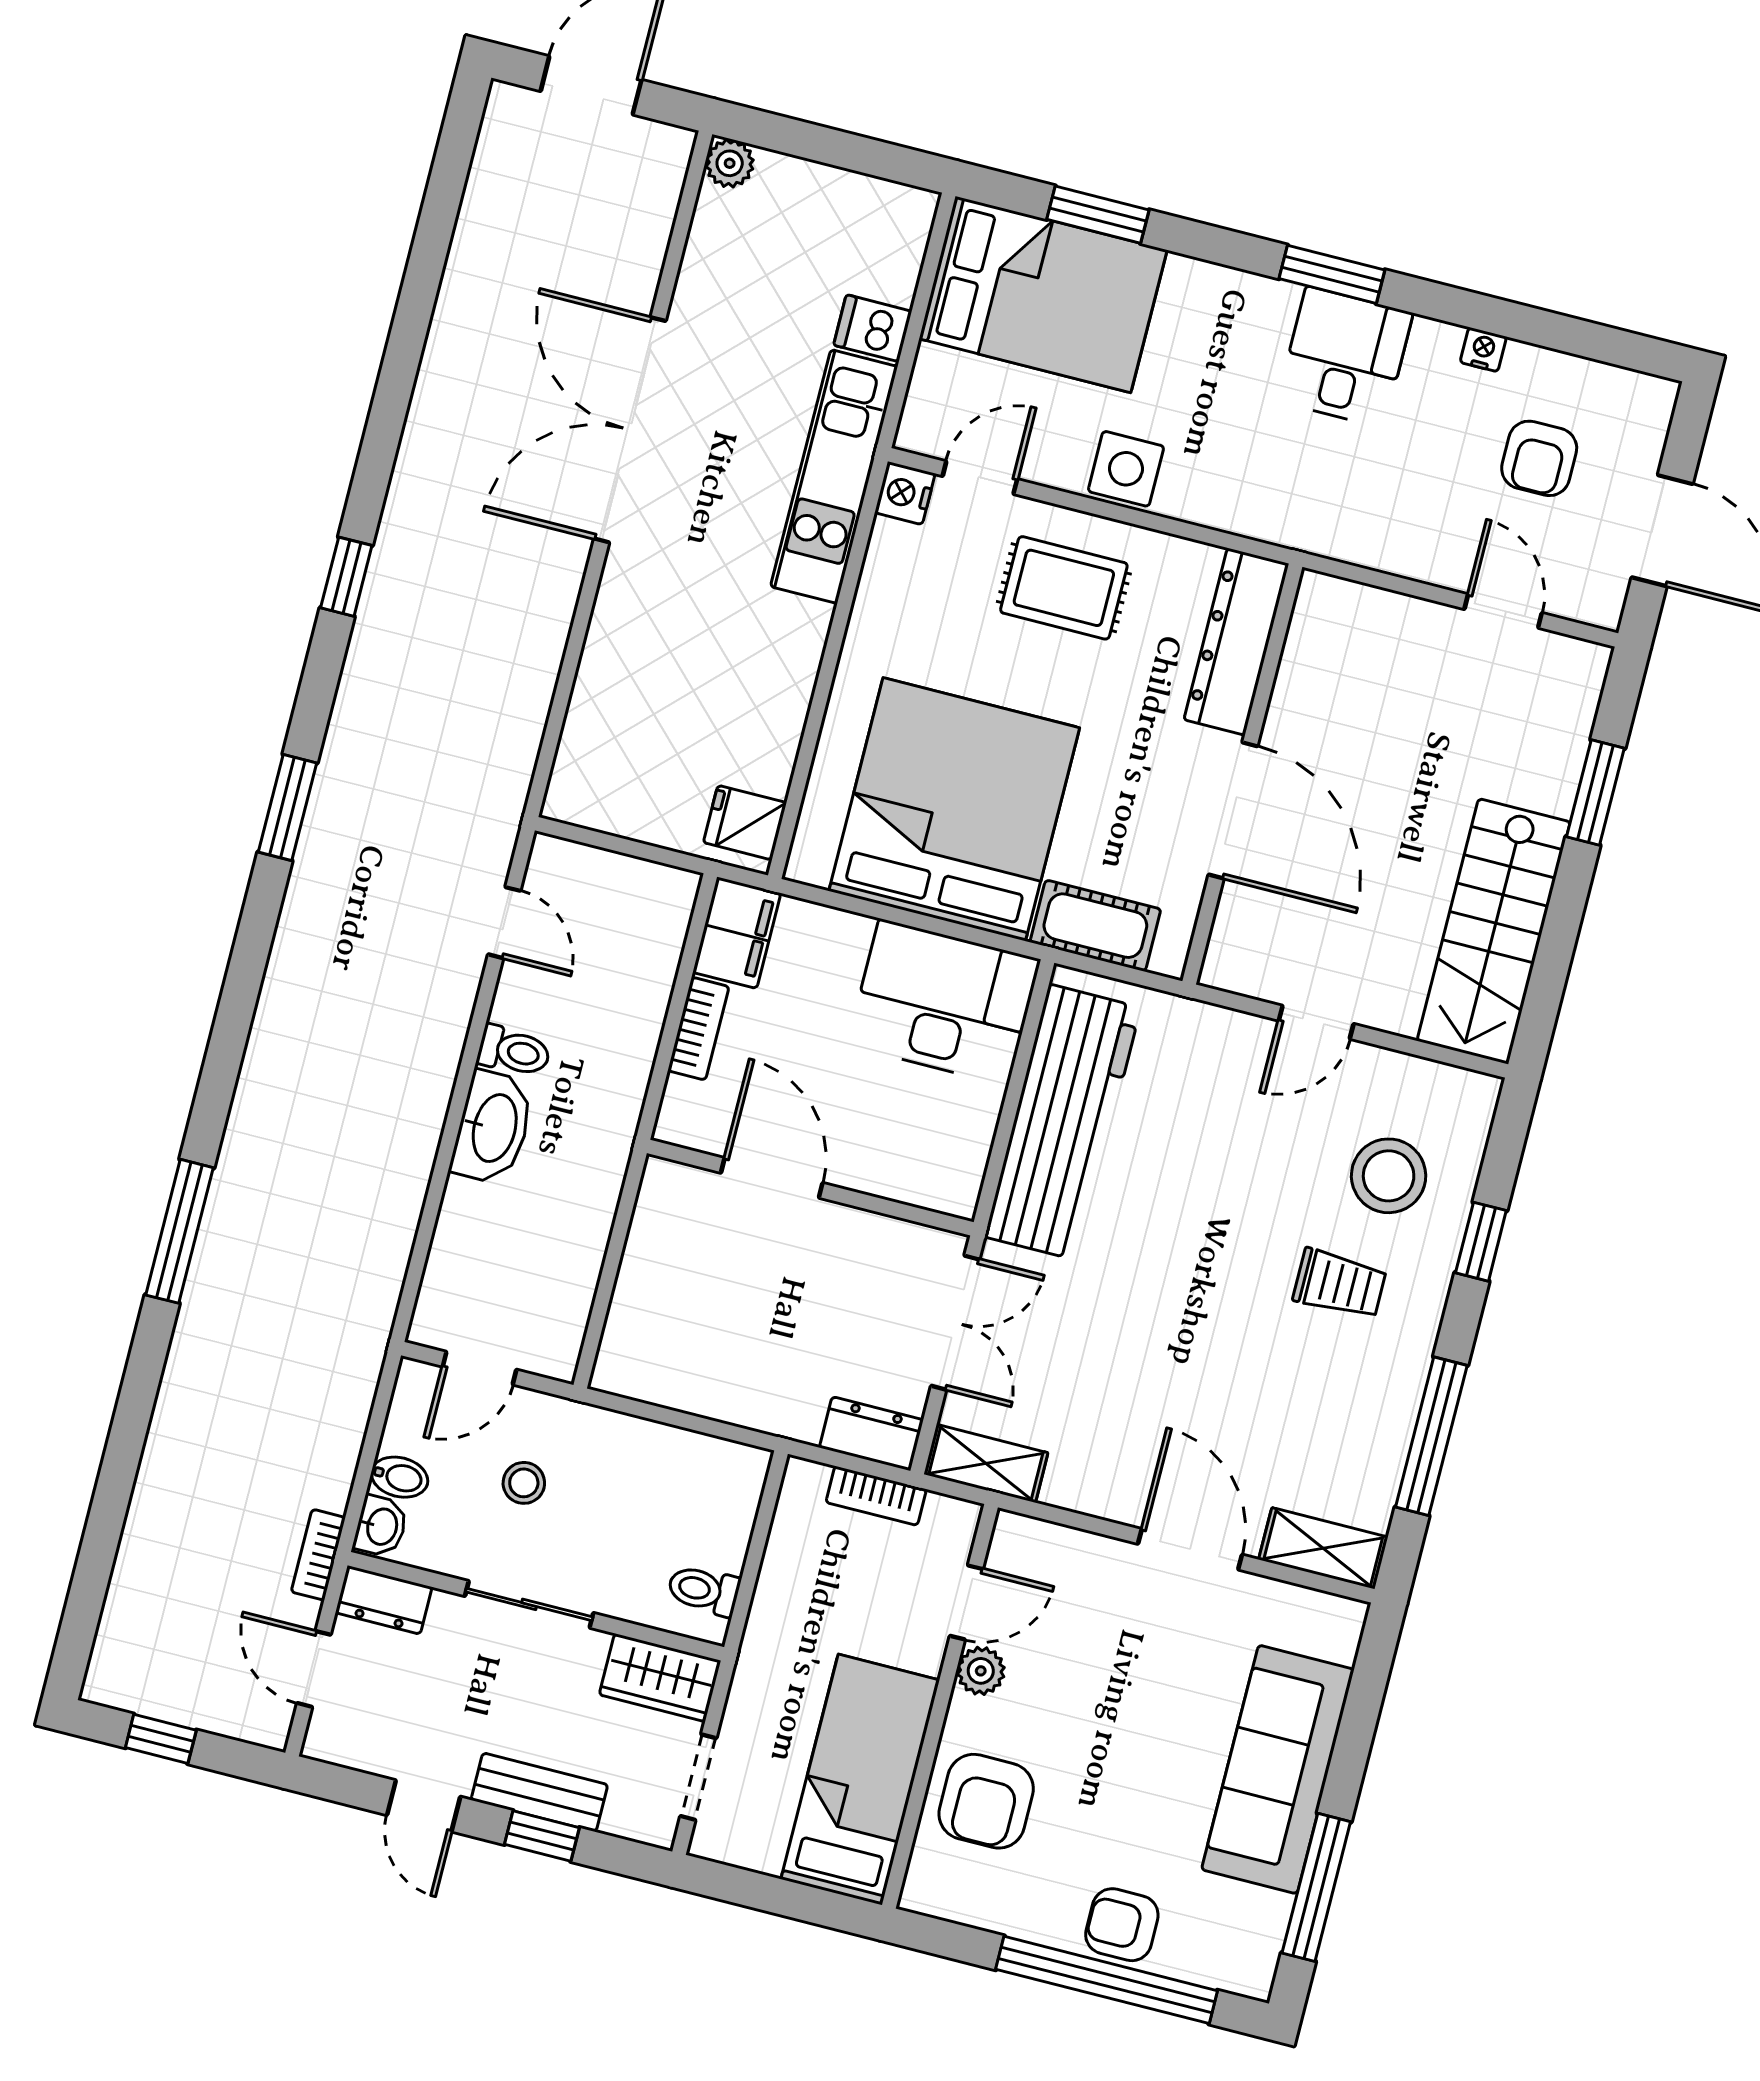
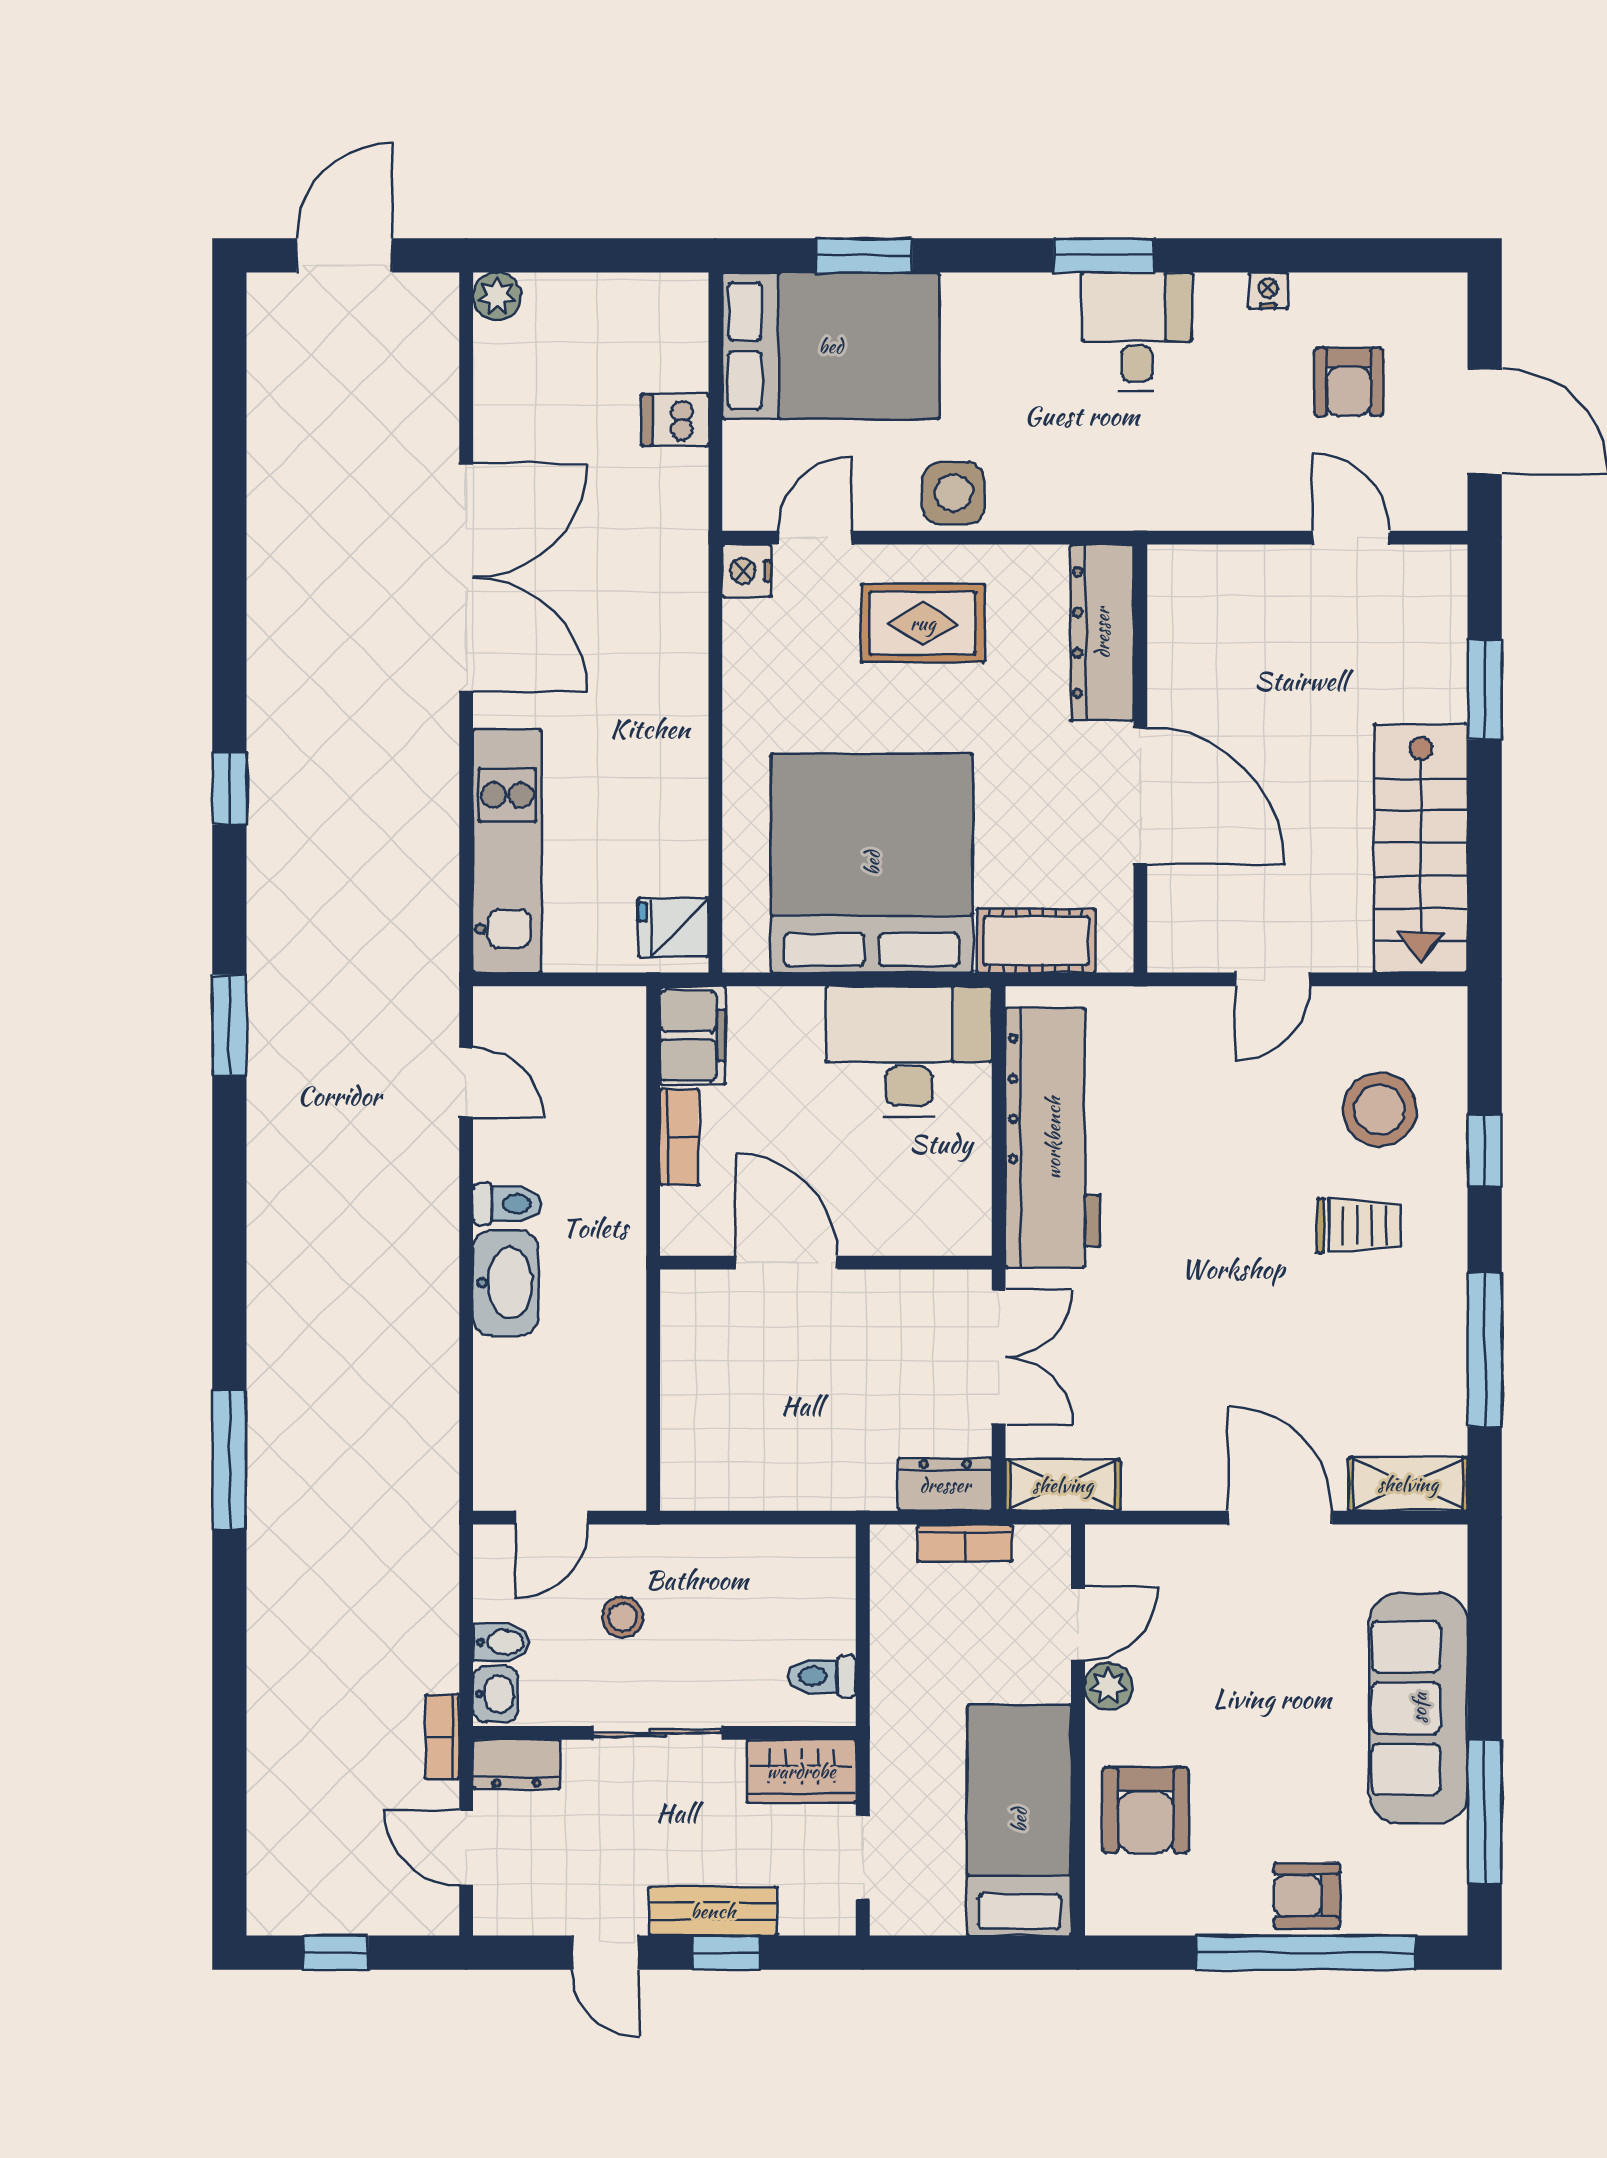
double door: (630, 430) -> (466, 577), swing flipped
kitchen unit: (834, 477) -> (507, 851), moved, turned 180

